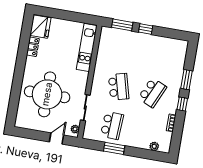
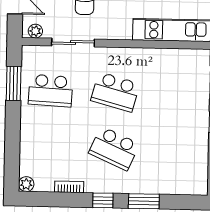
school desk: (119, 87) -> (115, 92), turned 30
plant: (154, 146) -> (26, 184), moved
window: (114, 148) -> (14, 83), moved

